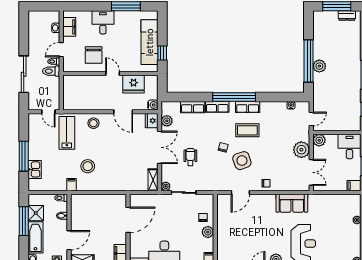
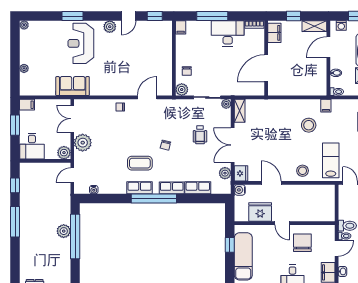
lab bench: (67, 133) -> (331, 160), turned 180
side table: (242, 161) -> (146, 131), removed
sofa: (292, 203) -> (73, 86), moved
plant: (208, 232) -> (182, 90), moved

